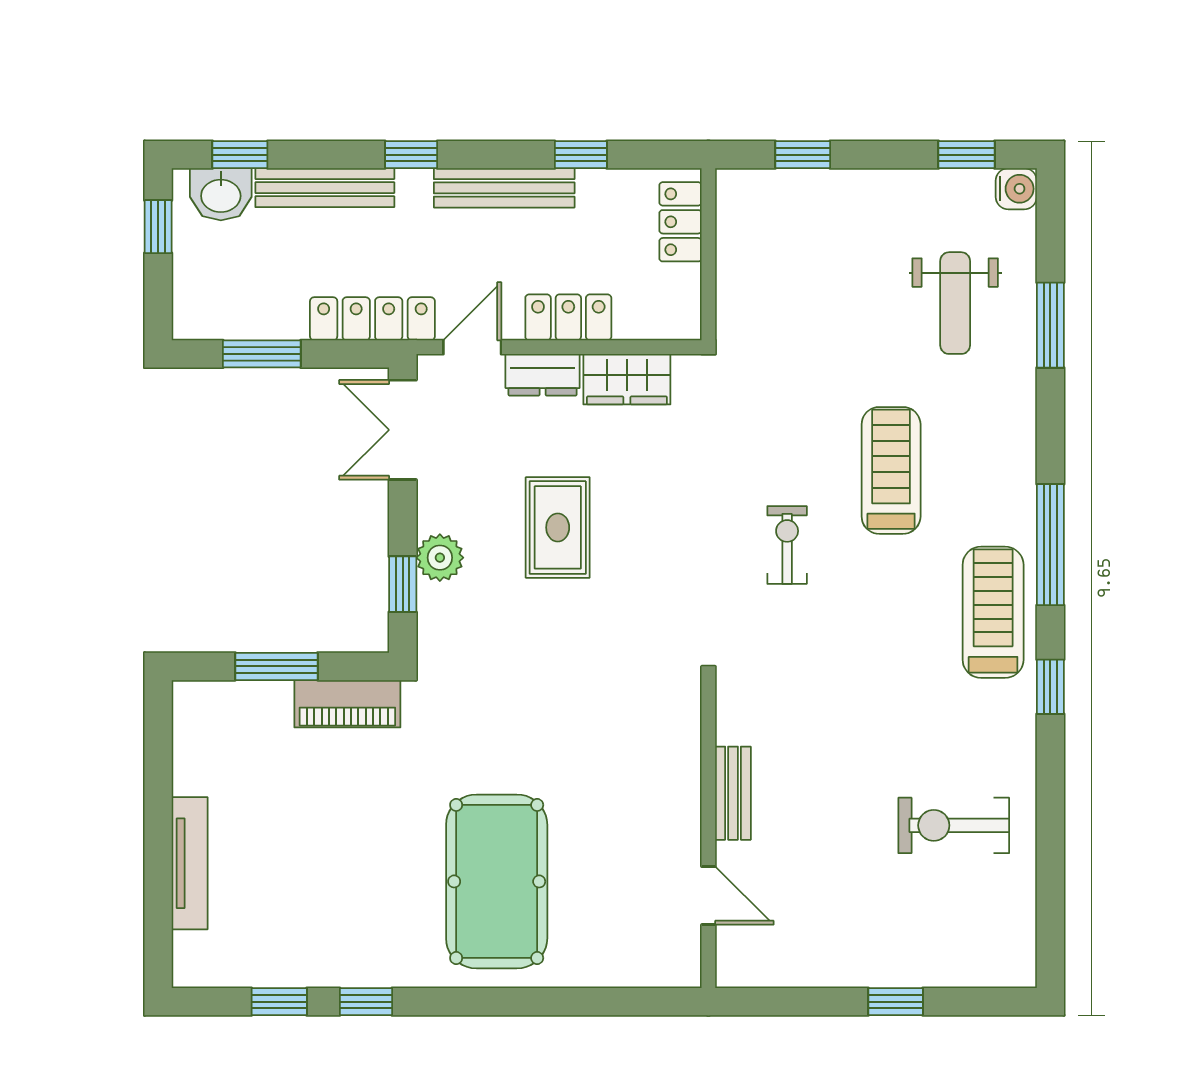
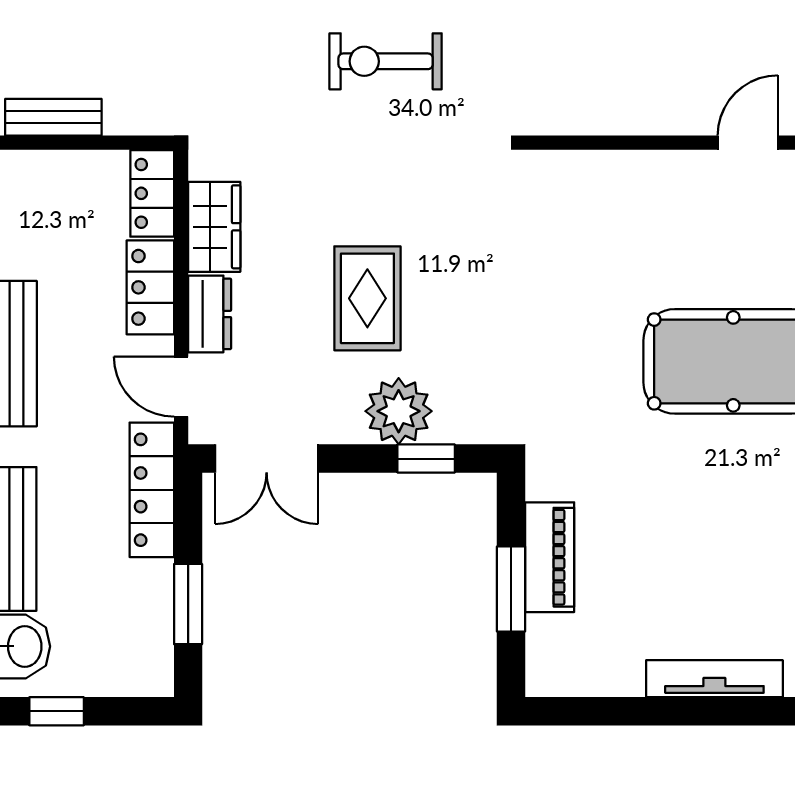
locker: (680, 222) -> (152, 193), moved, turned 90
rug: (558, 527) -> (367, 298), turned 90
exercise bike: (787, 545) -> (386, 61), width x1.38, depth x1.39
plant: (440, 558) -> (399, 411), width x1.36, depth x1.36
piano: (347, 704) -> (550, 557), moved
bench: (733, 793) -> (53, 117), moved

